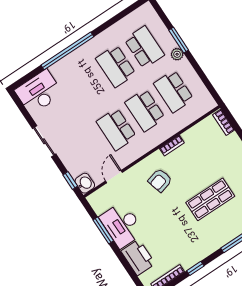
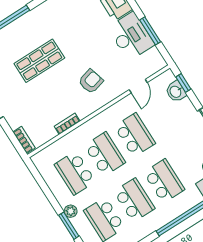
school desk: (87, 85) -> (164, 181), added
school desk: (174, 91) -> (75, 173), turned 180
bookcase: (172, 146) -> (67, 124), moved
washbasin: (85, 183) -> (176, 92), moved

